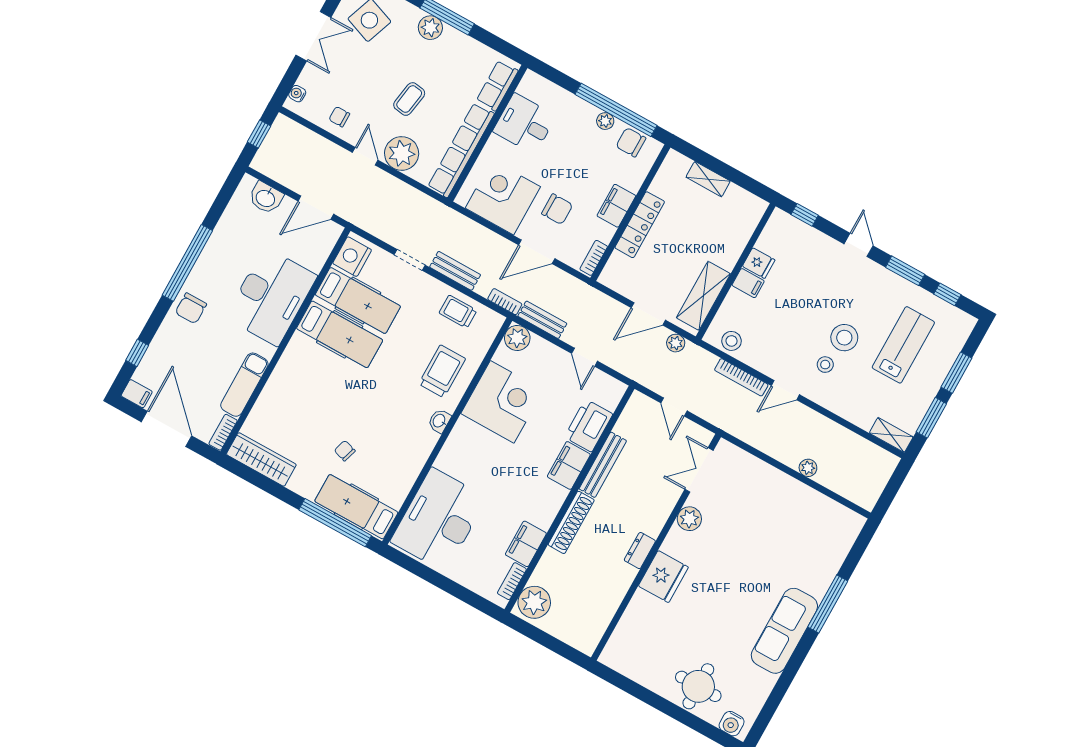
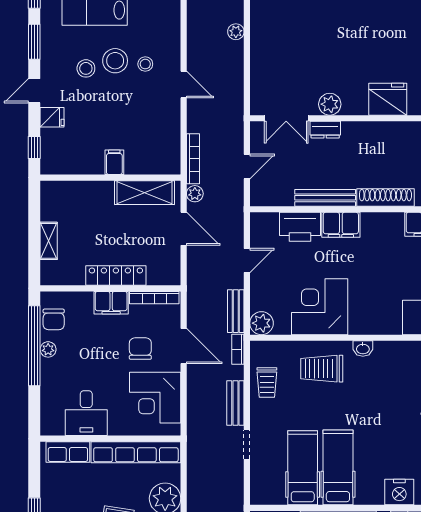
nightstand: (352, 257) -> (399, 492), moved
bookcase: (594, 258) -> (154, 298), width x1.56
fridge: (759, 263) -> (52, 117), moved, turned 90
stool: (732, 341) -> (86, 68), moved
bookcase: (741, 377) -> (193, 159), moved
dresser: (640, 551) -> (325, 130), moved

